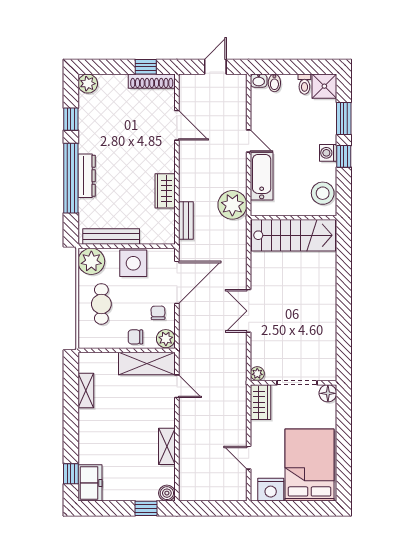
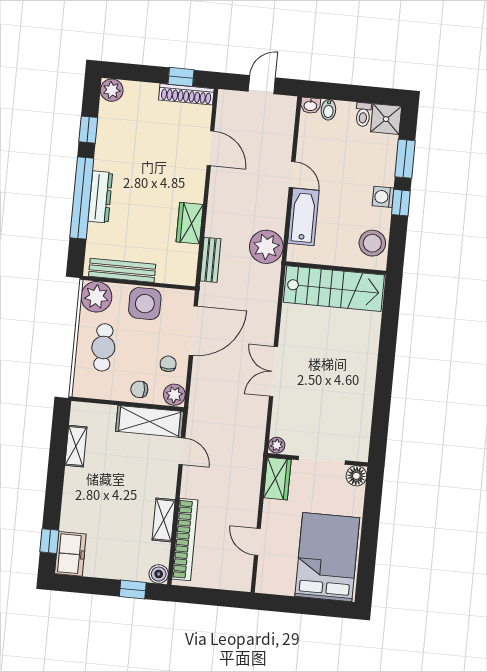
bookcase: (187, 461) -> (185, 539), added
nightstand: (271, 490) -> (279, 581), removed

